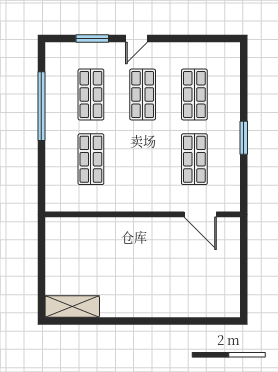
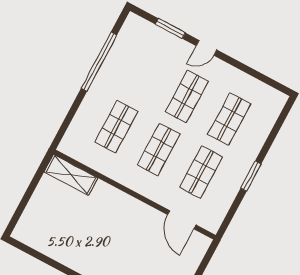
shop shelf: (91, 94) -> (159, 149), moved
shelving: (72, 307) -> (71, 175), moved

